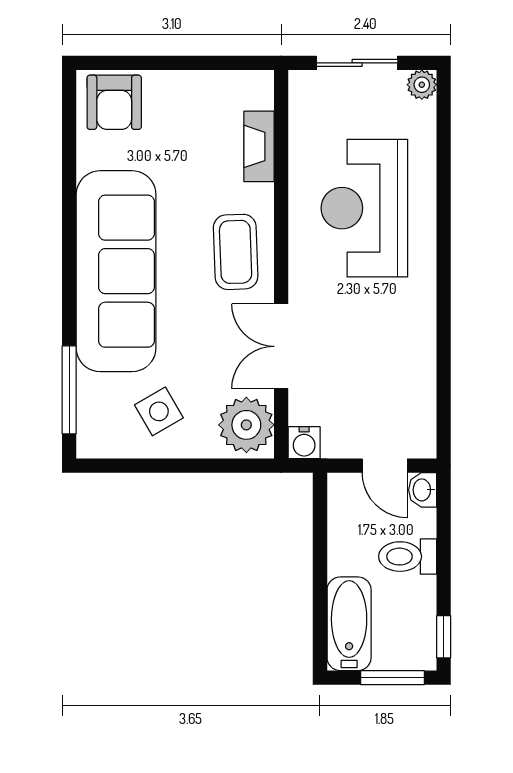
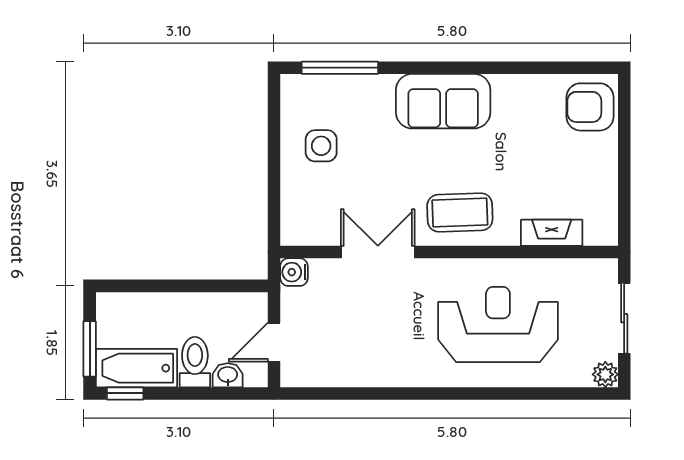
sofa: (116, 271) -> (443, 101), width x0.54, depth x0.79
side table: (159, 411) -> (321, 146), turned 30
plant: (246, 425) -> (309, 222), removed
washbasin: (423, 490) -> (228, 375), moved
bathtub: (349, 624) -> (136, 368), moved, turned 180

